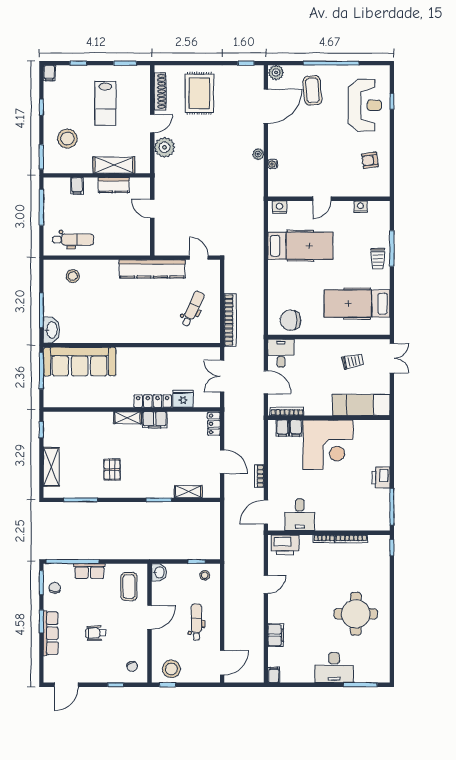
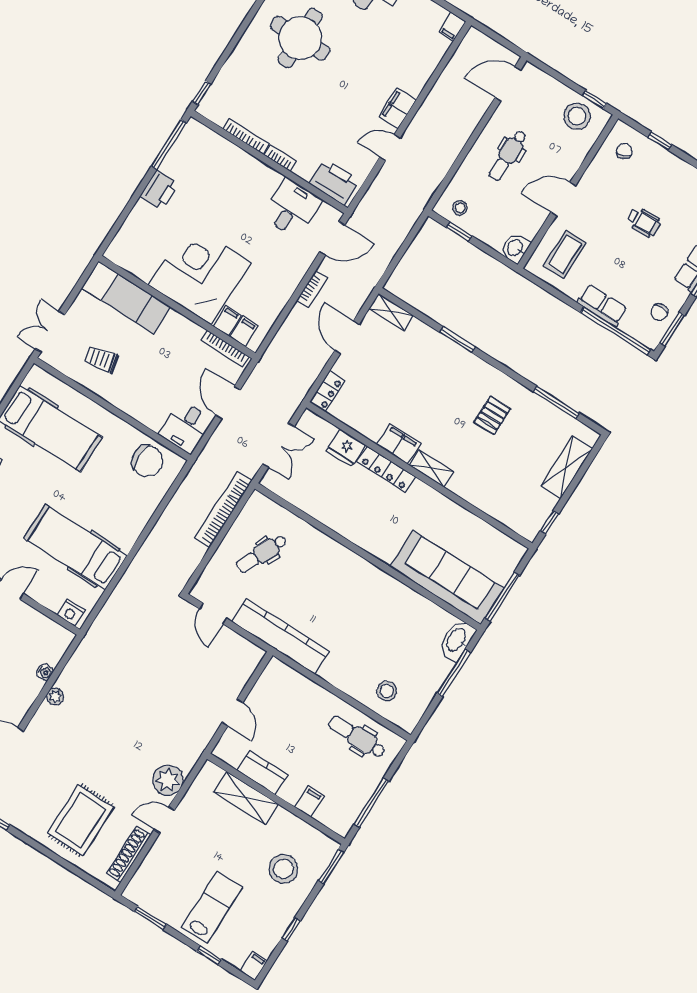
lab bench: (105, 103) -> (212, 907), moved
shelving: (188, 492) -> (391, 312), moved
filing cabinet: (276, 635) -> (398, 108), moved

